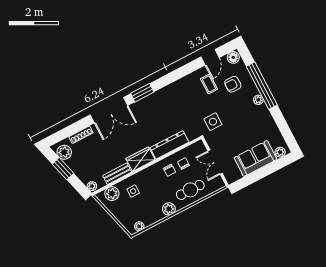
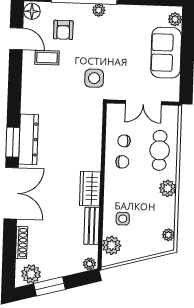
dresser: (169, 145) -> (29, 139), moved, turned 180

